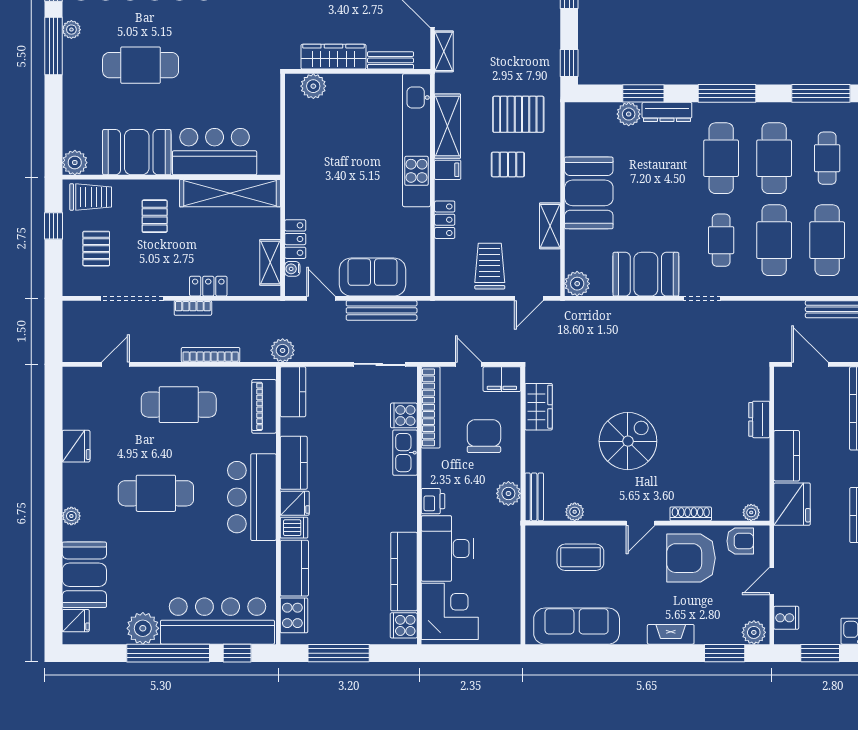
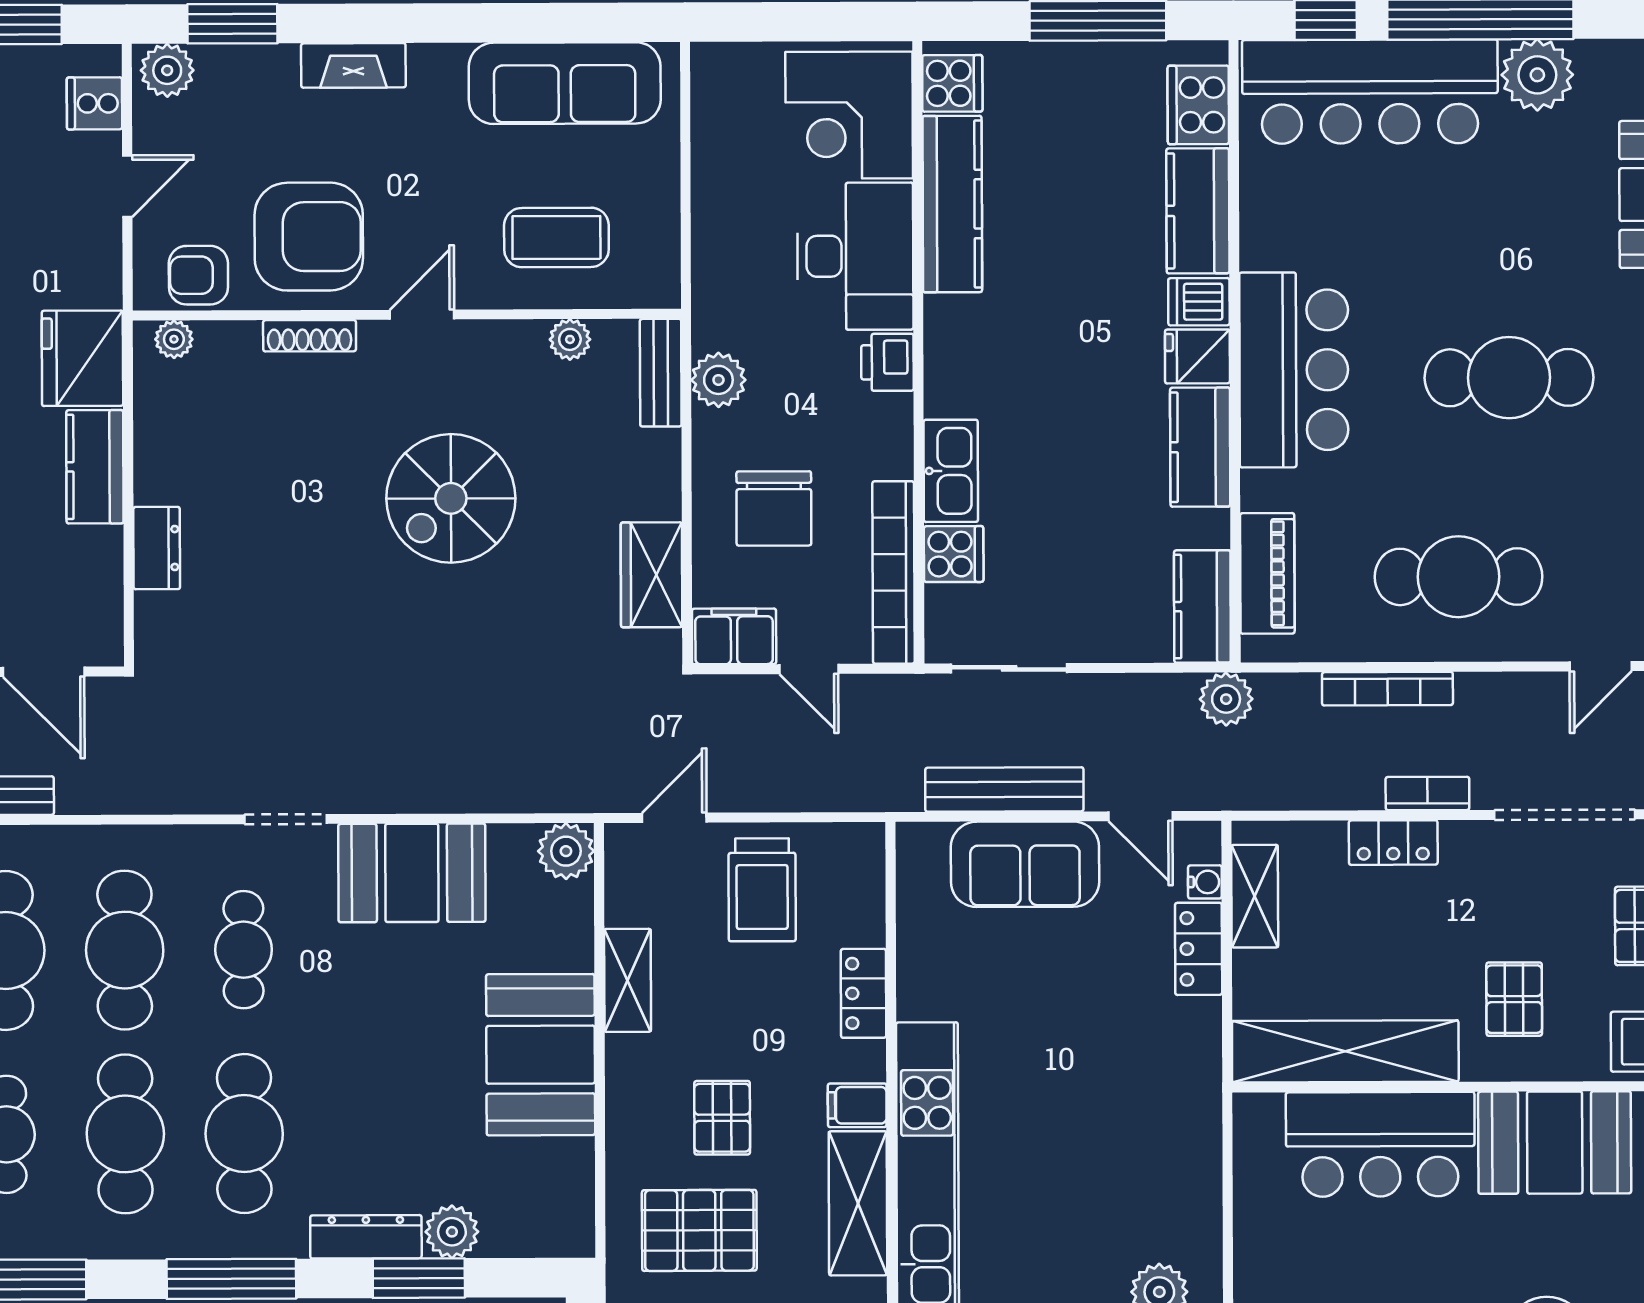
pallet: (508, 164) -> (722, 1118), turned 90

